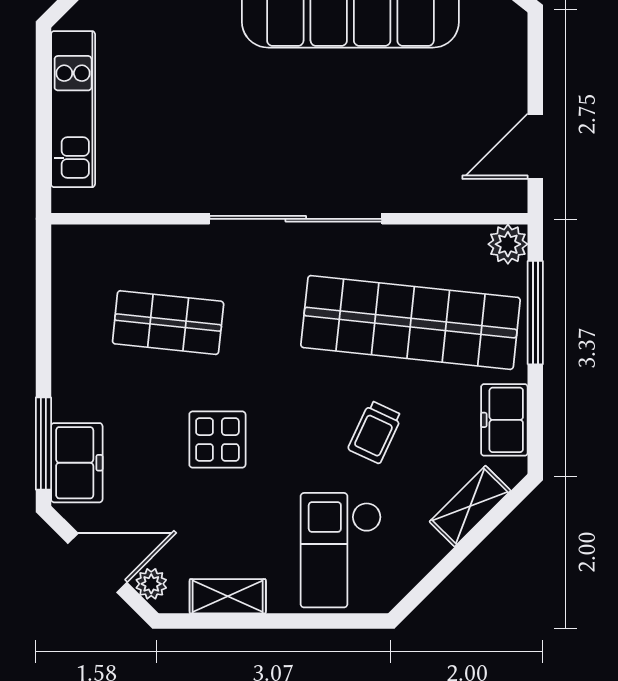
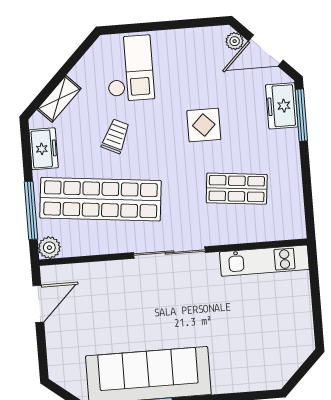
kitchen unit: (73, 109) -> (264, 261), moved, turned -90
sliding door: (296, 219) -> (170, 252), width x0.73
shelving: (228, 596) -> (191, 38), removed

